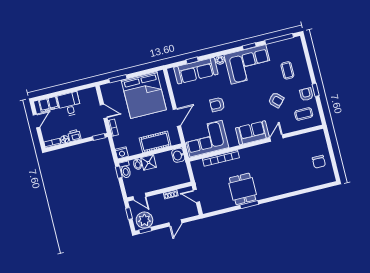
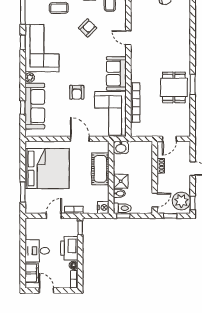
sofa: (252, 133) -> (116, 74), moved
printer: (74, 136) -> (69, 248), width x1.87, depth x1.48
dining table: (243, 189) -> (174, 87), turned 90

